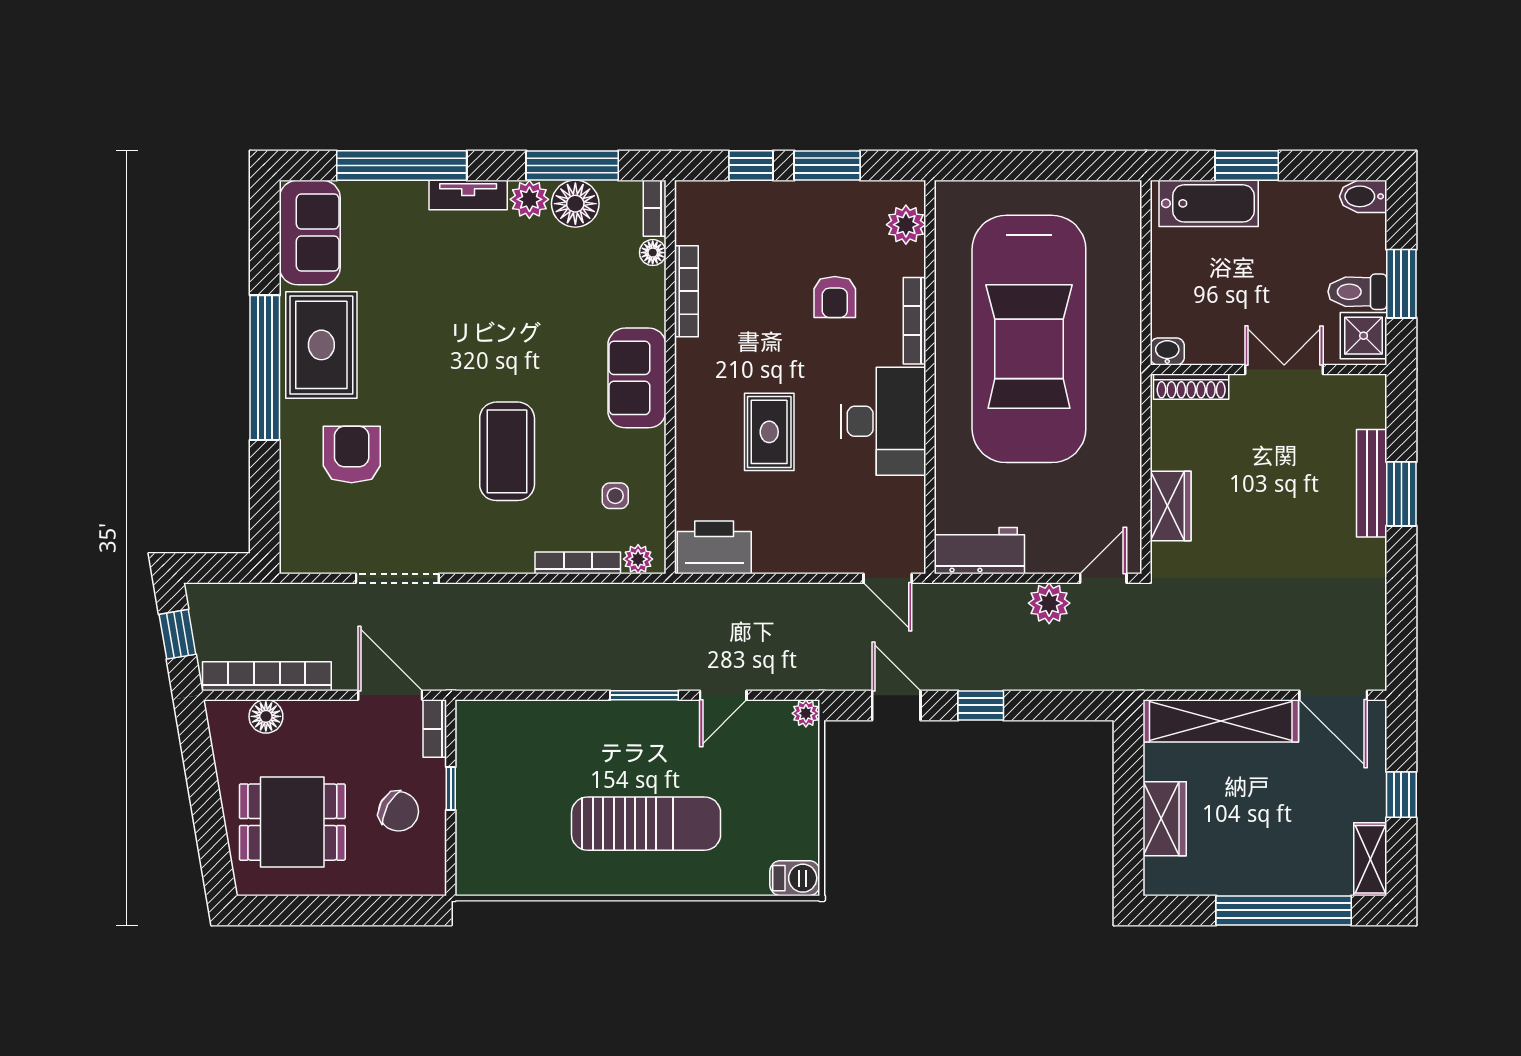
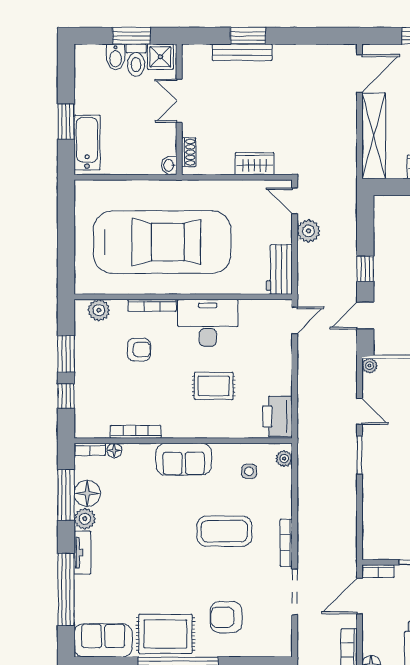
bidet: (1363, 196) -> (115, 57), moved
shoe rack: (1191, 387) -> (189, 152), width x0.70
bookcase: (578, 563) -> (286, 543), moved

